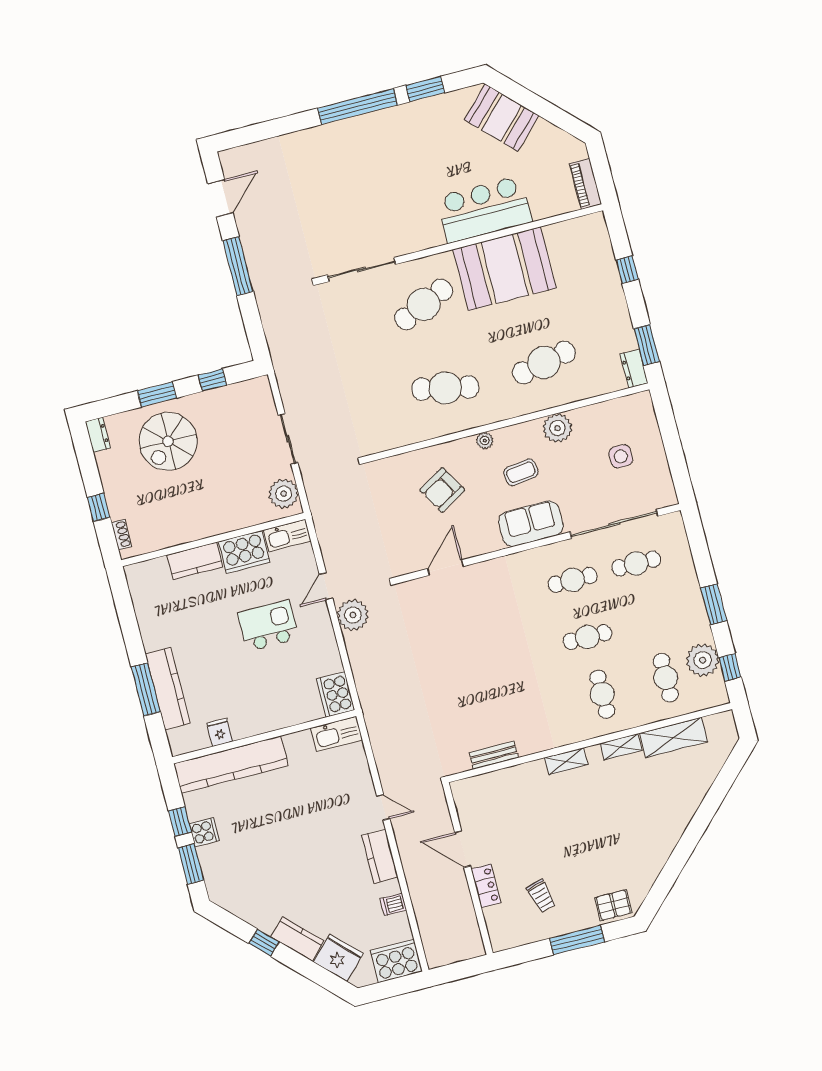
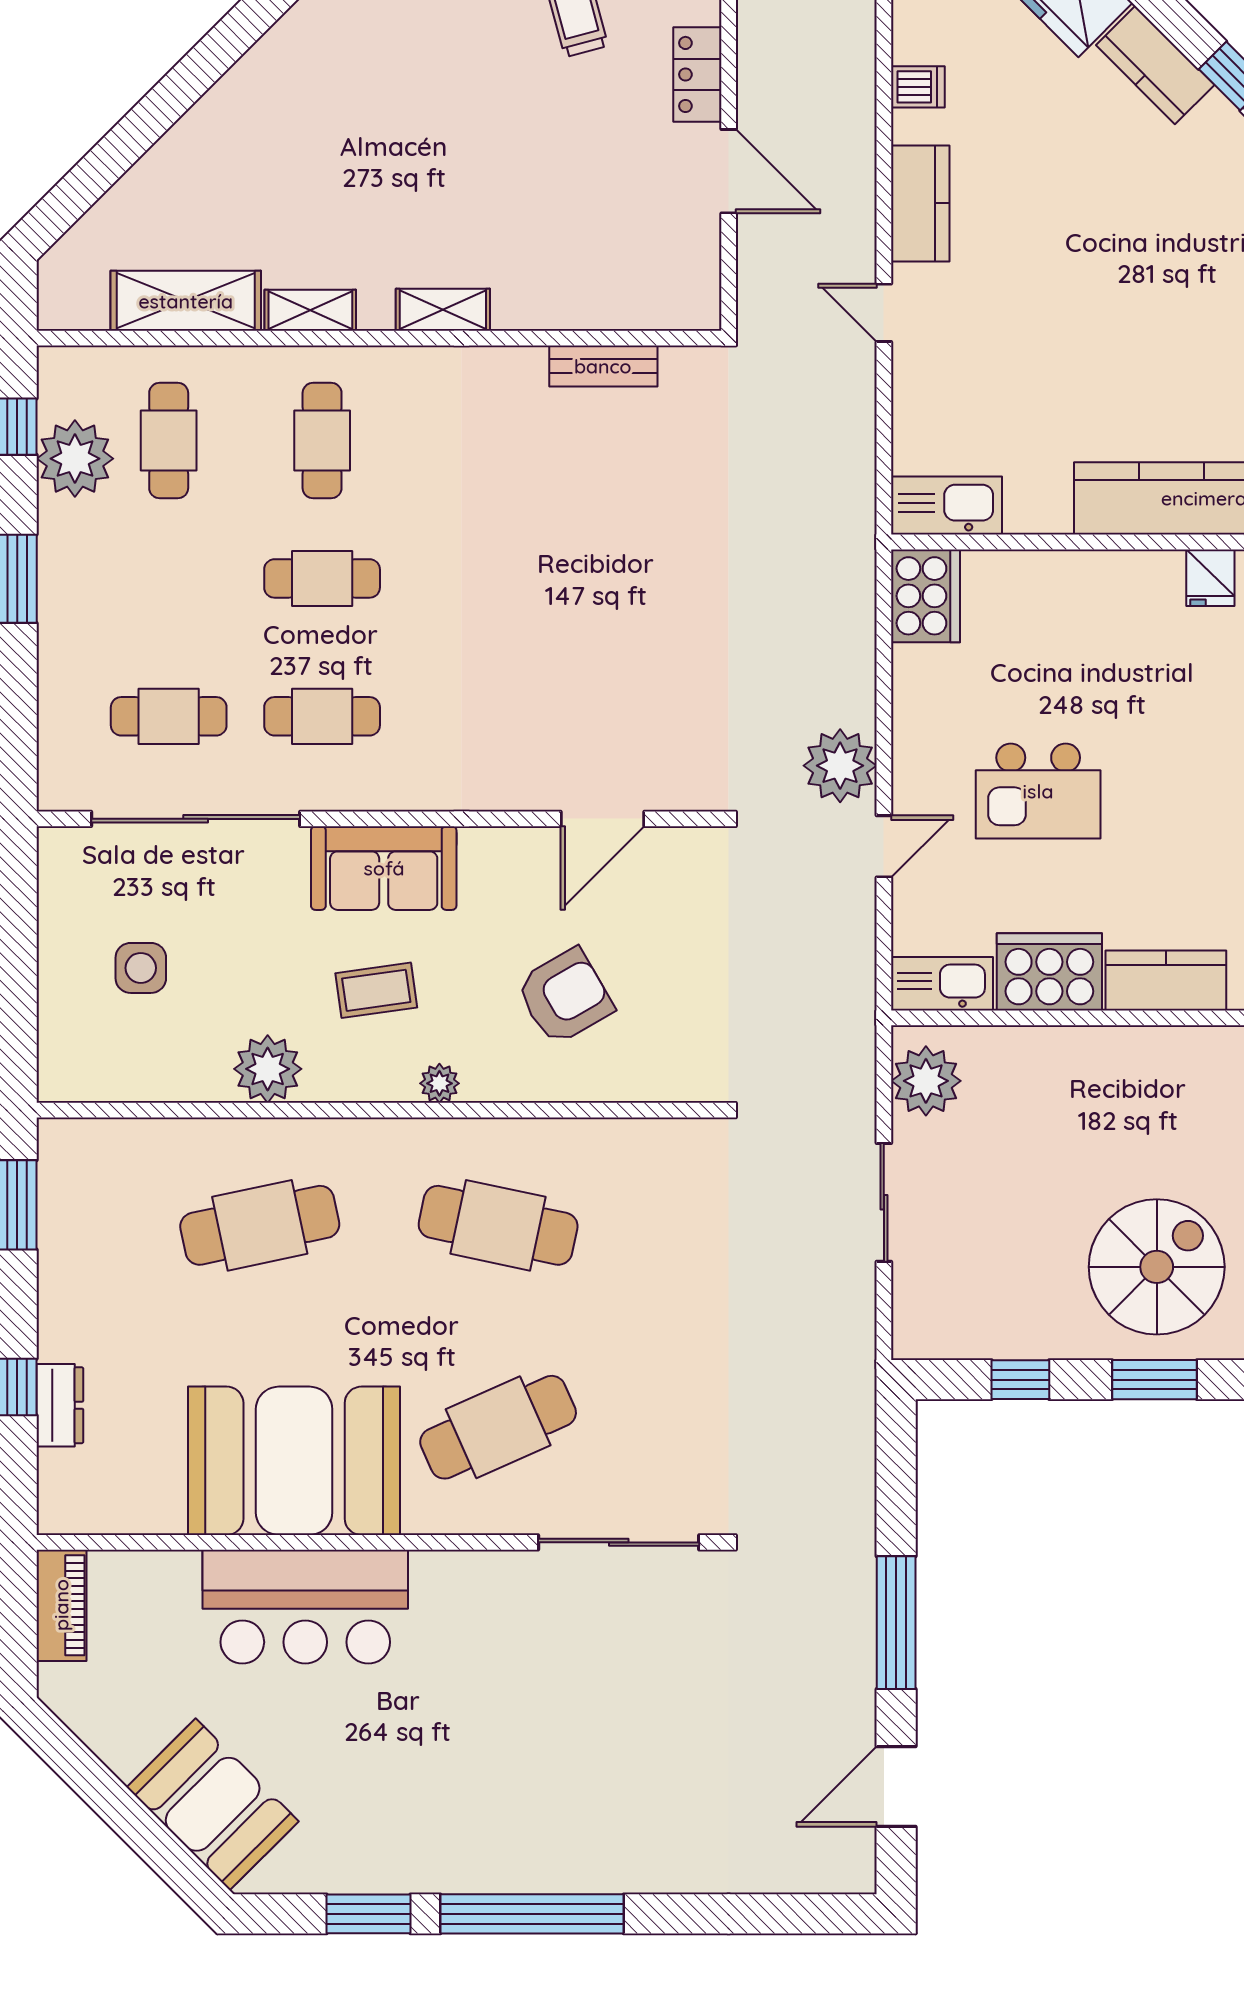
dresser: (634, 369) -> (60, 1405), moved

